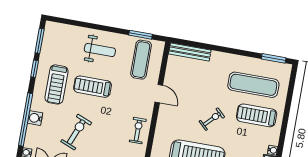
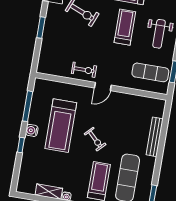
bench: (190, 52) -> (155, 137), moved
door: (159, 94) -> (103, 86), moved

